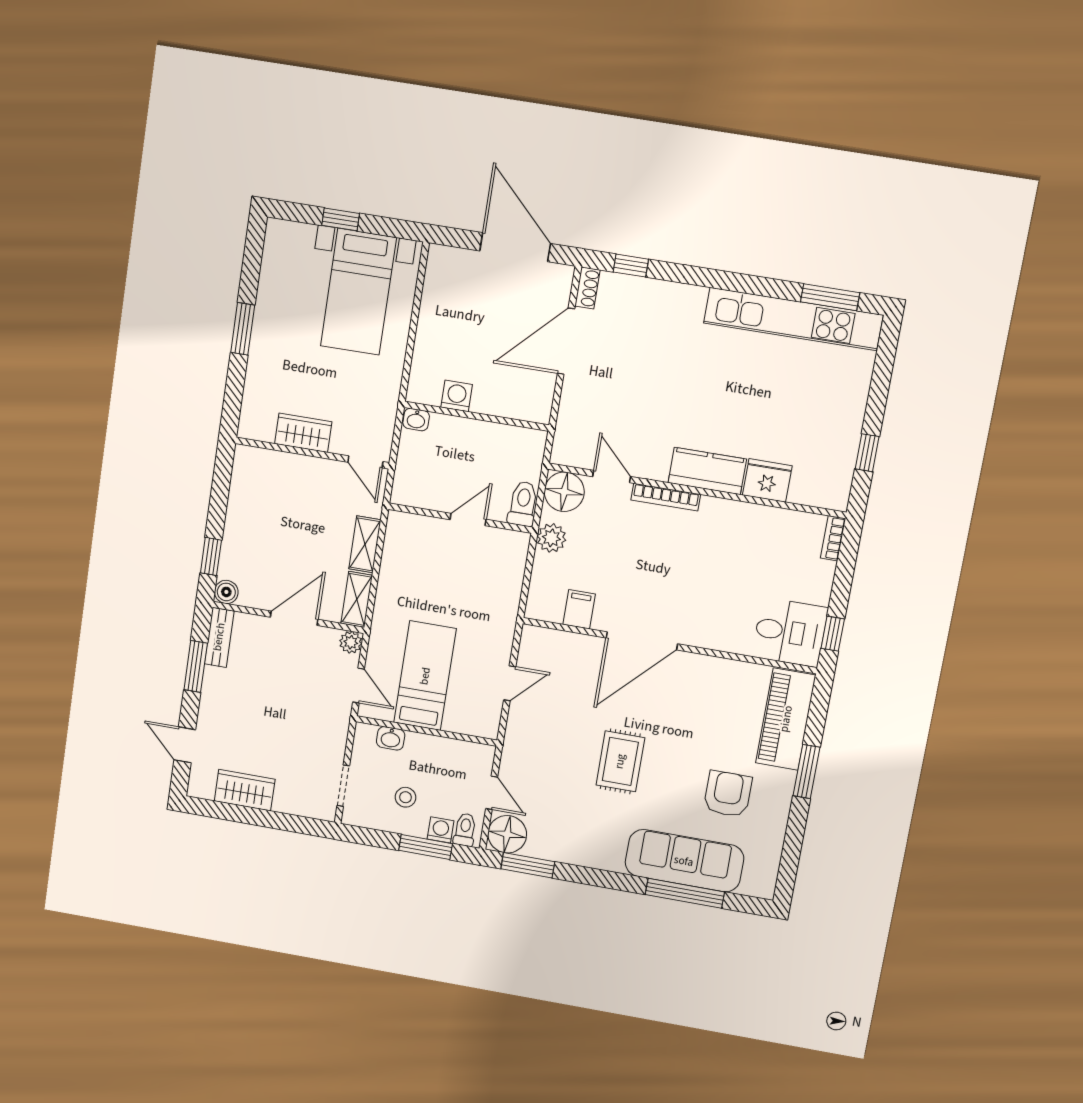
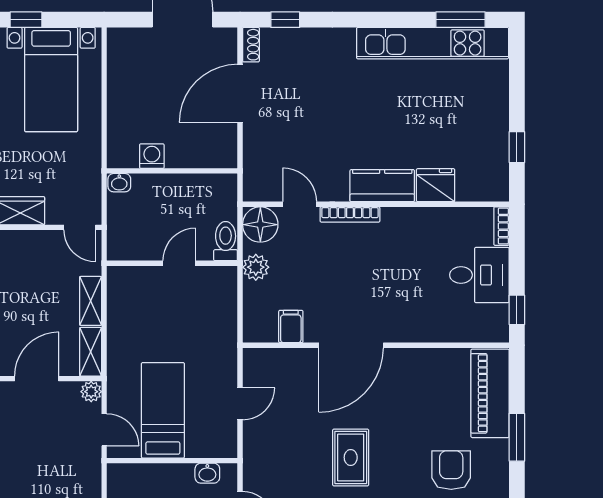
desk: (790, 632) -> (479, 275), moved
washbasin: (391, 738) -> (207, 473), moved

